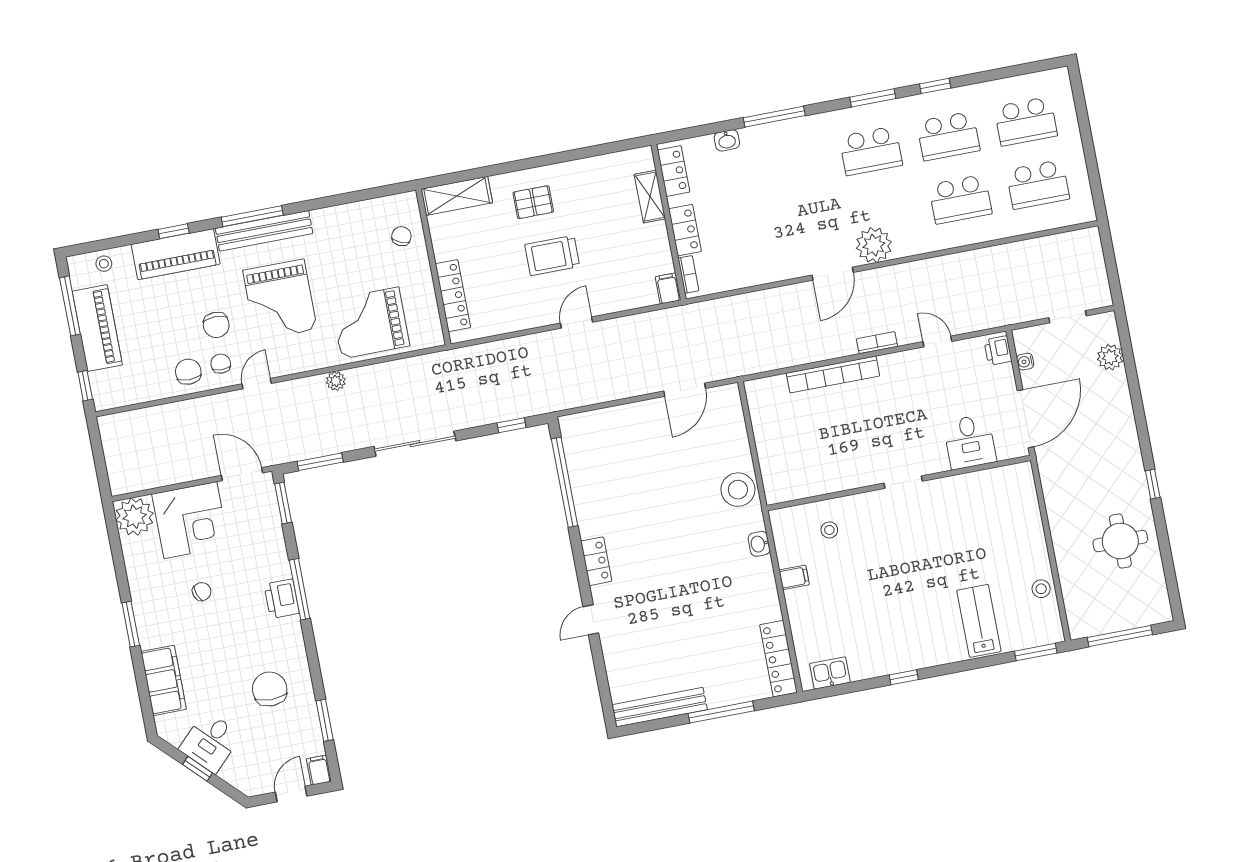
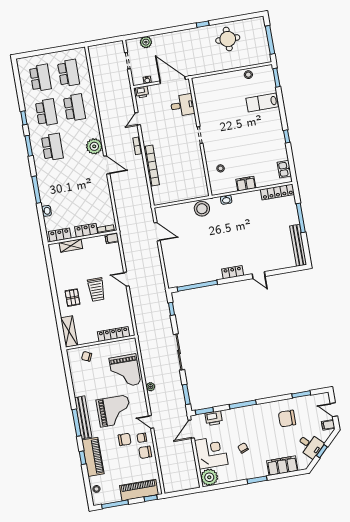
piano: (97, 328) -> (139, 490), moved
filing cabinet: (794, 577) -> (246, 184), width x2.00
printer: (282, 599) -> (214, 418), moved
filing cabinet: (319, 770) -> (328, 425), moved

